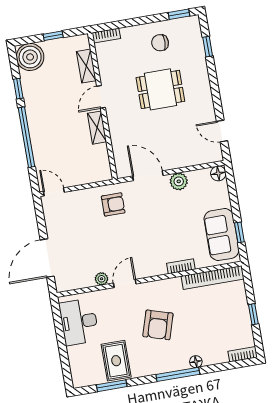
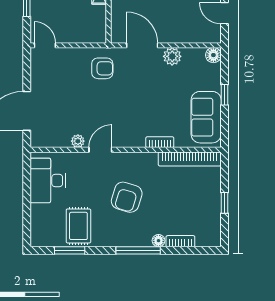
window: (239, 232) -> (225, 95), moved
bookcase: (243, 354) -> (180, 241), moved

